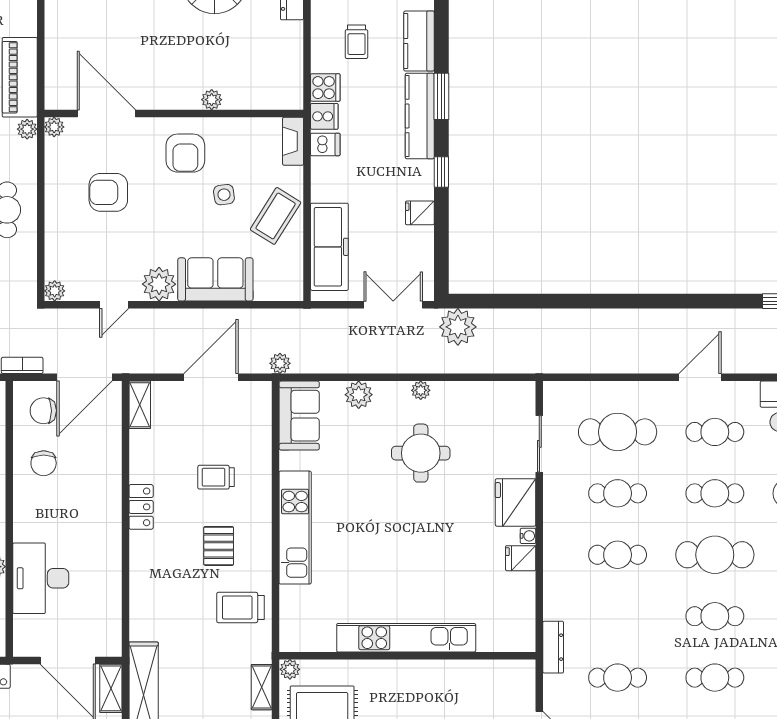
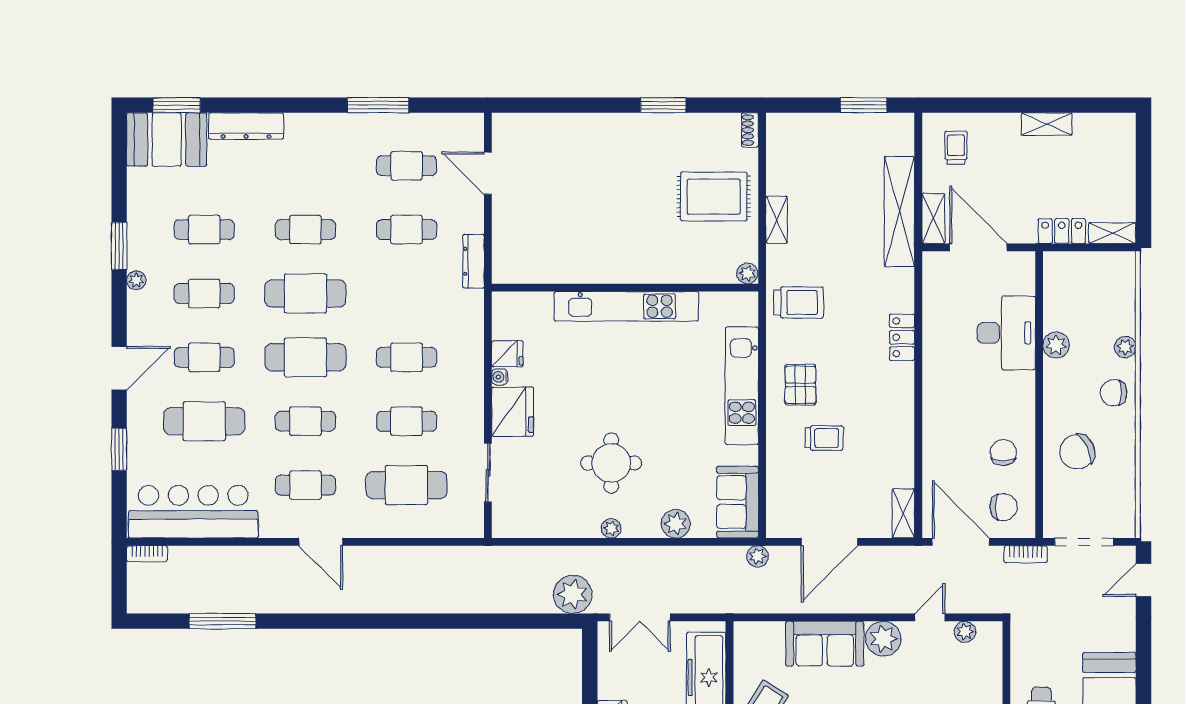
plant: (55, 291) -> (965, 632), moved
door: (85, 377) -> (961, 542), hinge flipped
door: (700, 377) -> (321, 542), hinge flipped
locker: (141, 507) -> (902, 337), moved
pallet: (219, 546) -> (800, 385), moved
cafe table: (715, 616) -> (305, 293), width x1.37, depth x1.35
kitchen unit: (406, 638) -> (626, 306), moved
wall: (407, 656) -> (625, 288), moved
plant: (290, 669) -> (747, 273), moved

